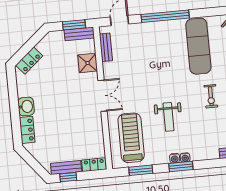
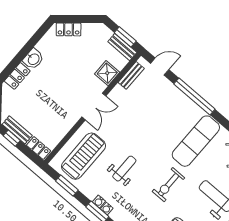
exercise bike: (211, 96) -> (168, 185), width x1.38, depth x1.39
weight bench: (168, 117) -> (124, 169), turned 180

